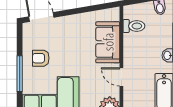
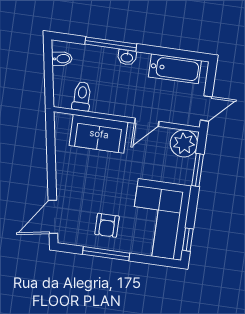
window: (20, 74) -> (106, 254), moved

